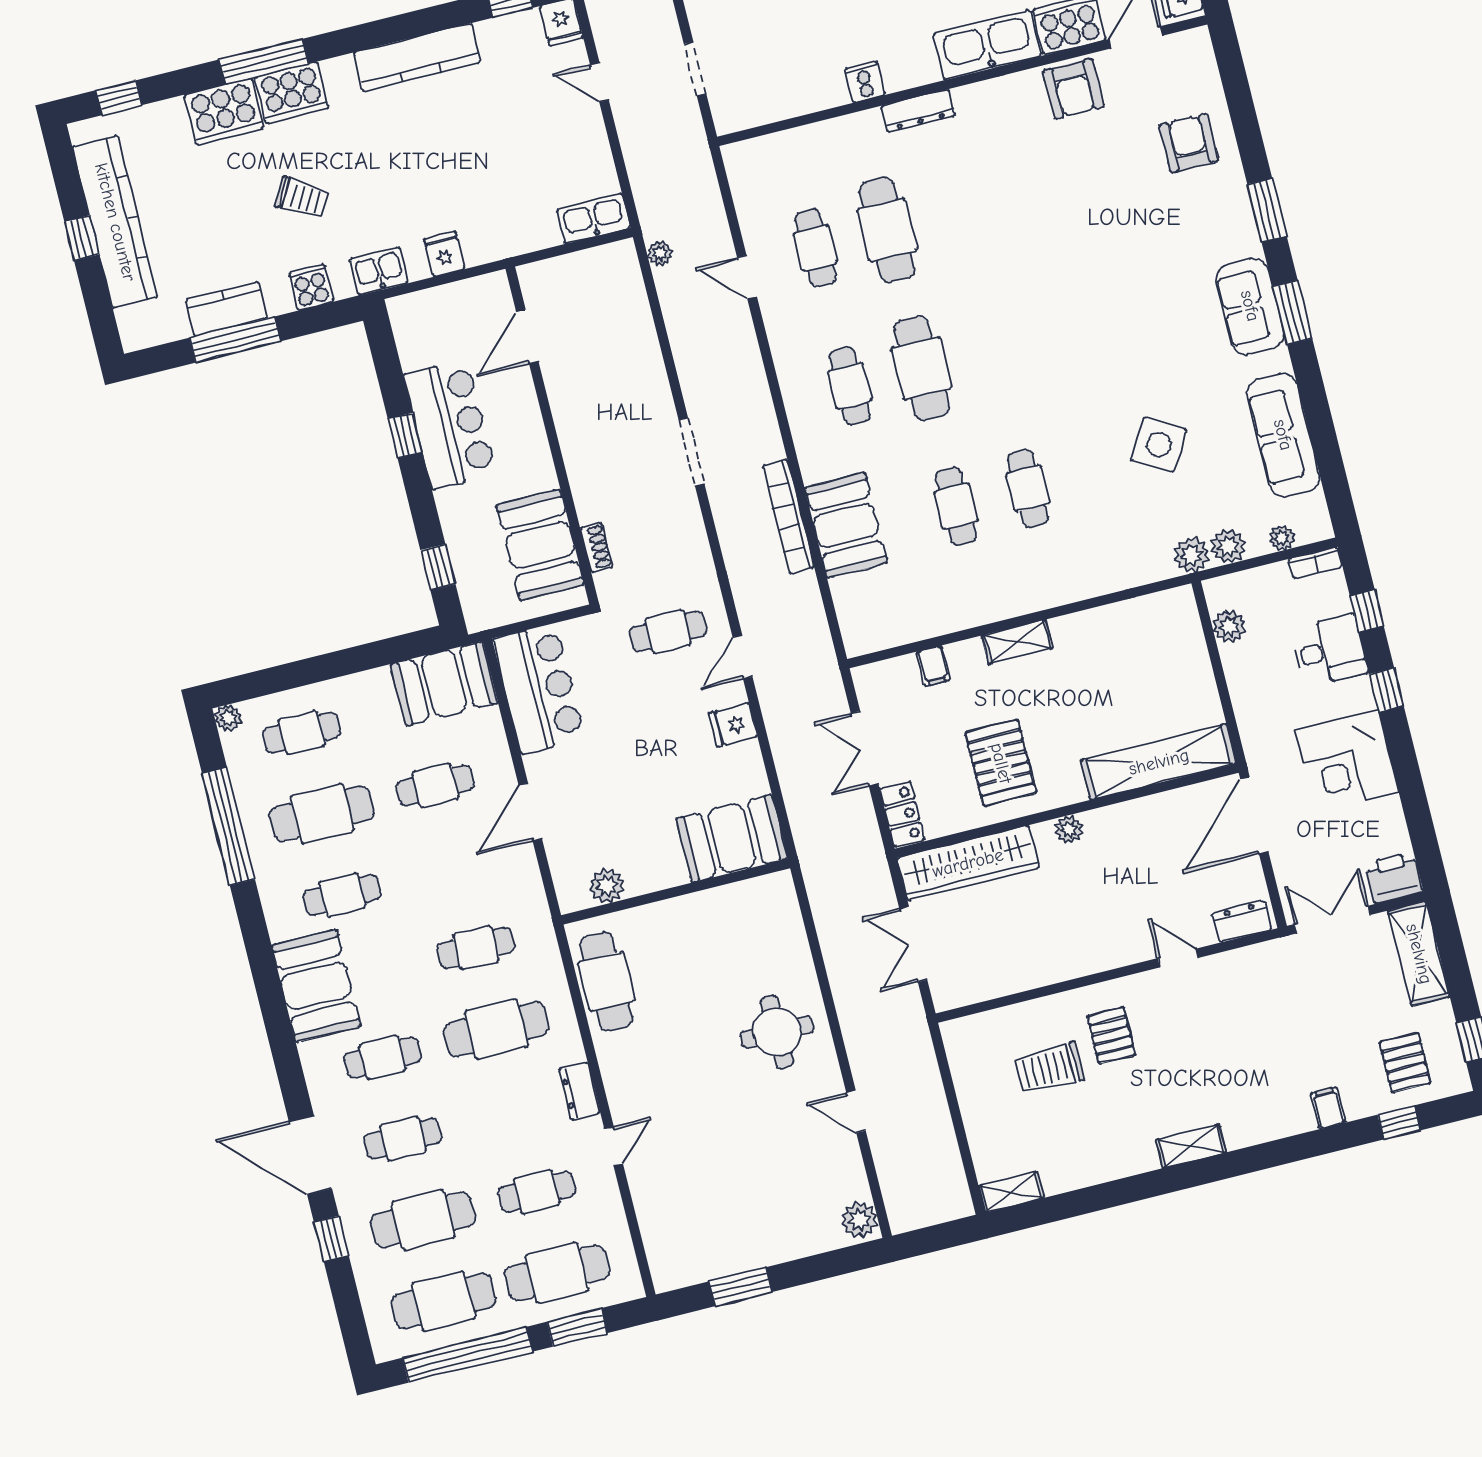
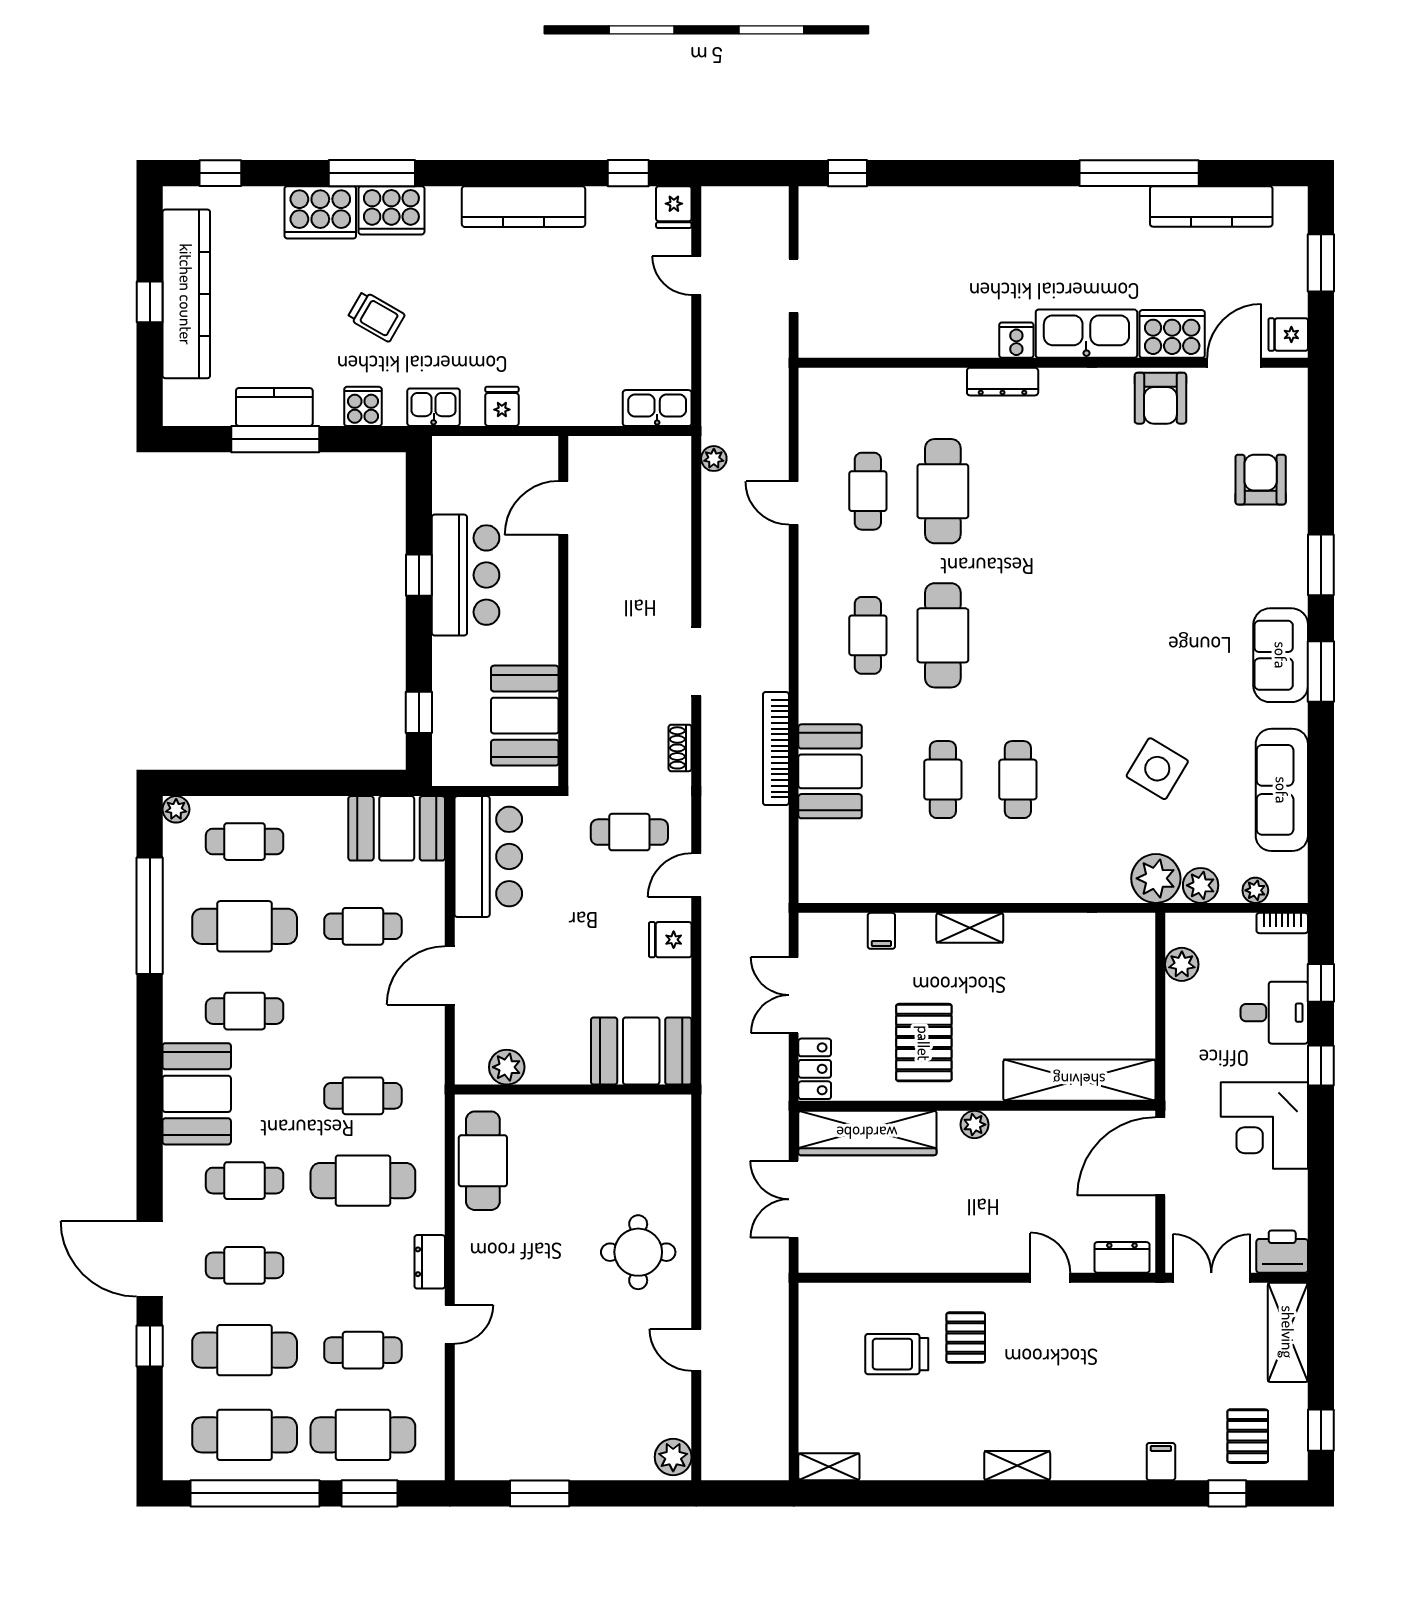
cooker: (865, 82) -> (1016, 340), moved
shoe rack: (597, 548) -> (680, 748), moved, turned 180
plant: (1192, 555) -> (1156, 878), width x1.36, depth x1.36

